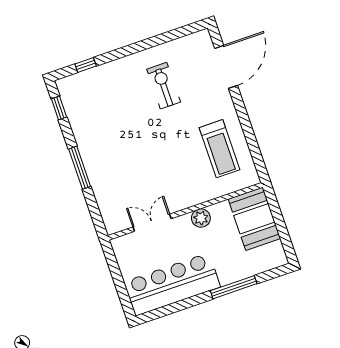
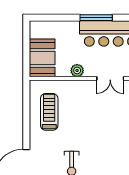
window: (234, 287) -> (96, 18), moved

